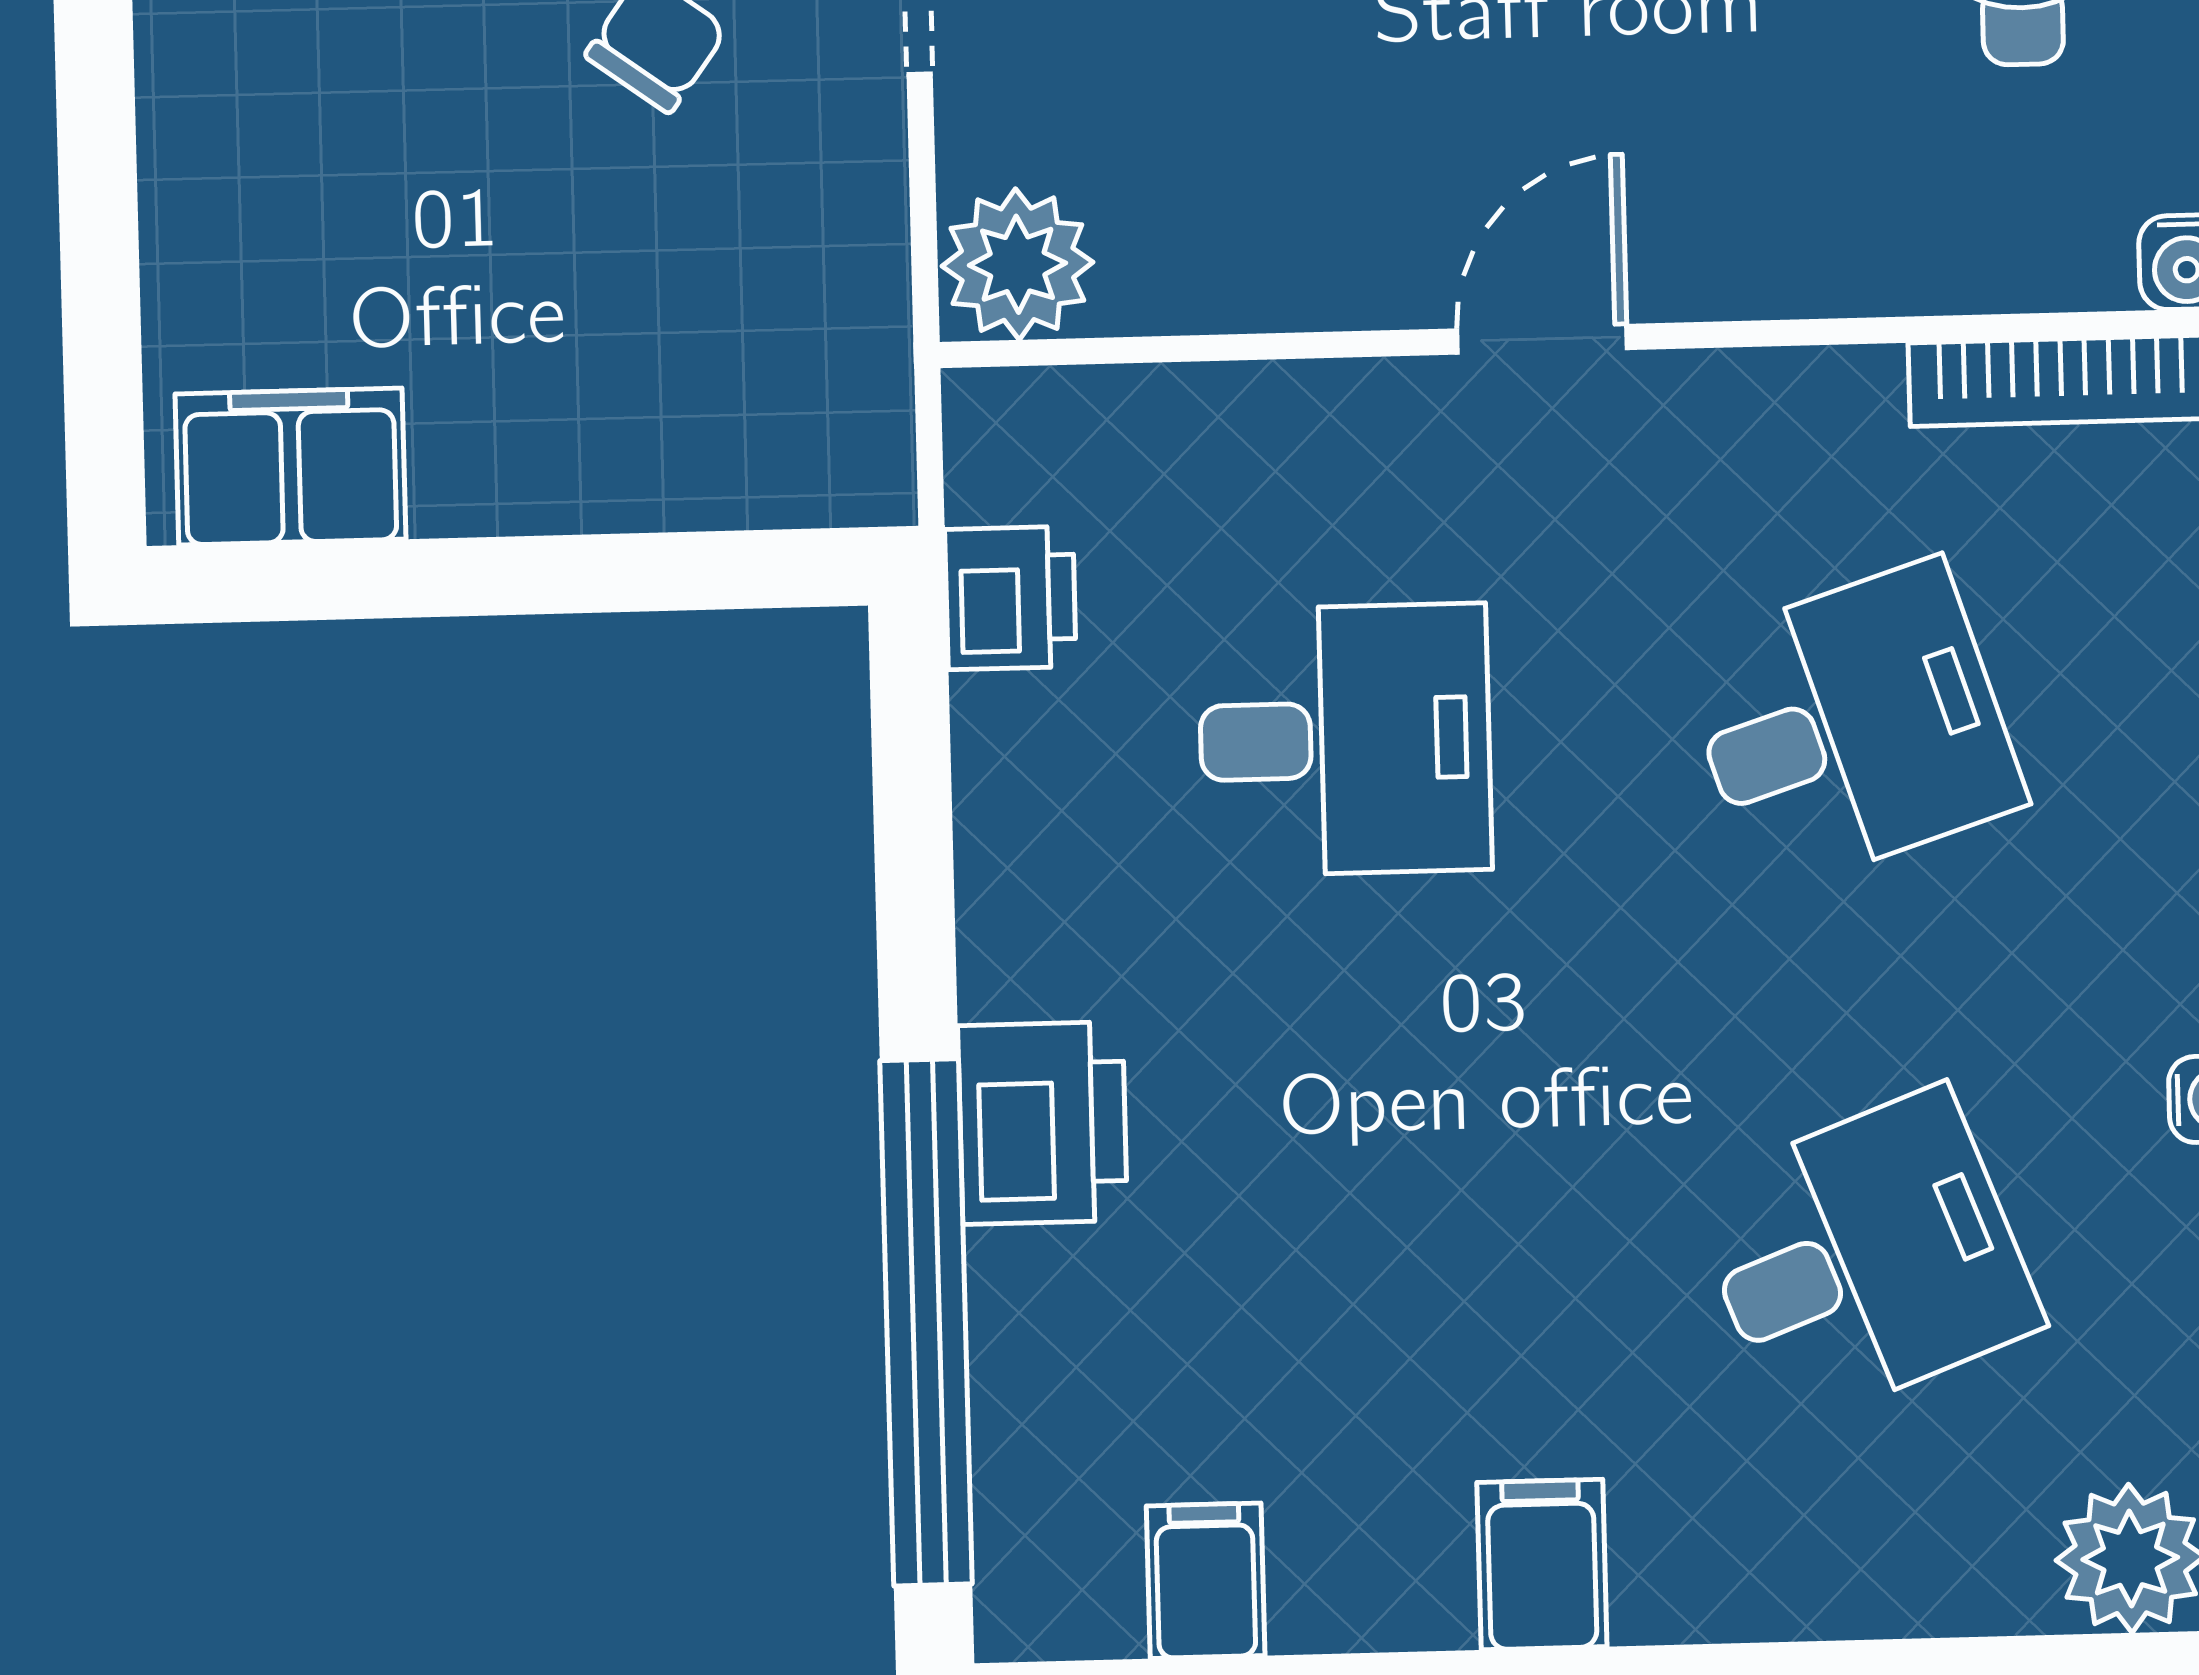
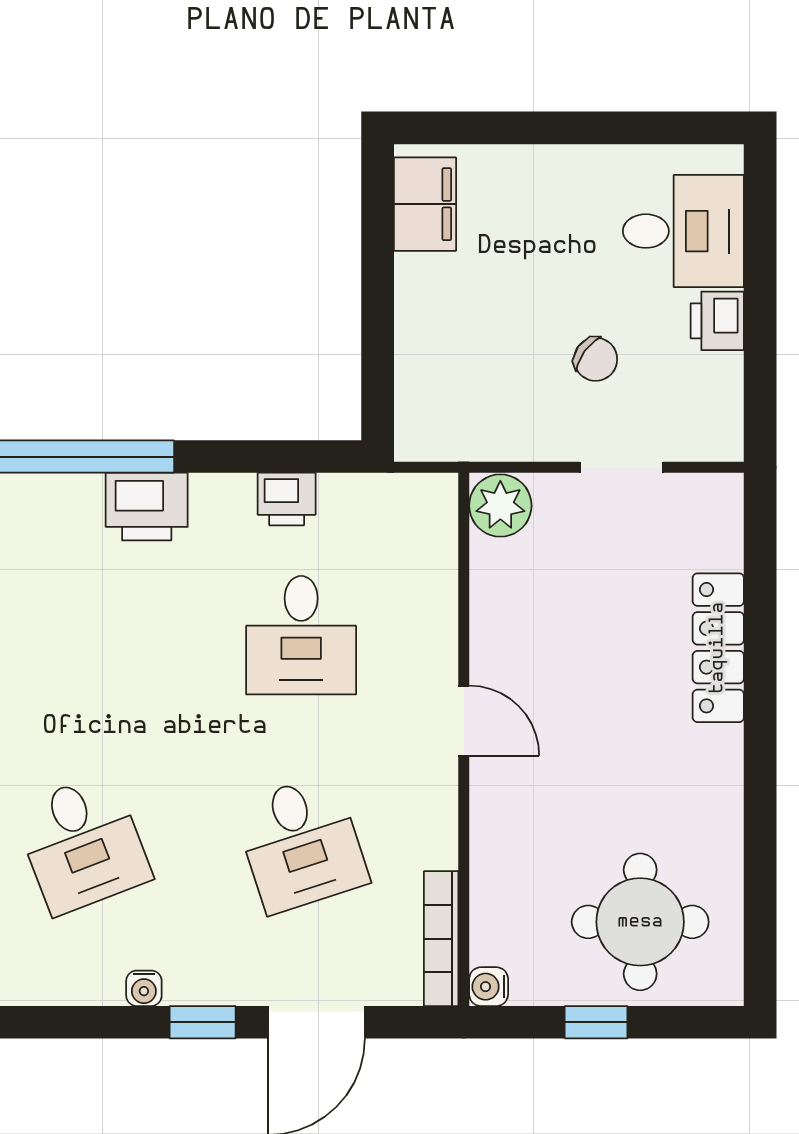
printer: (1010, 598) -> (287, 499), moved

